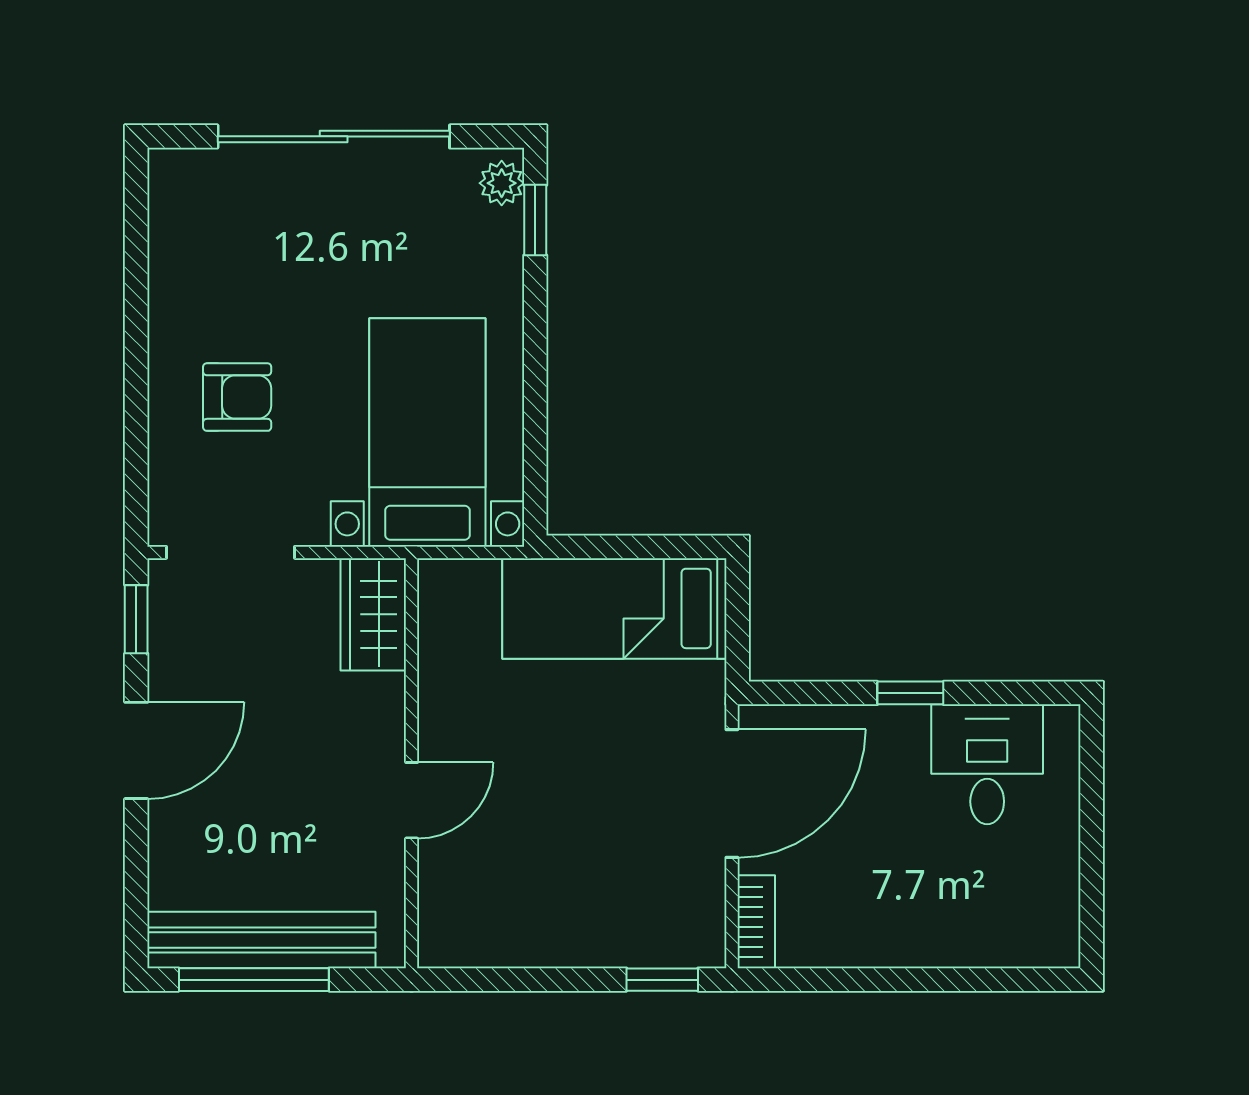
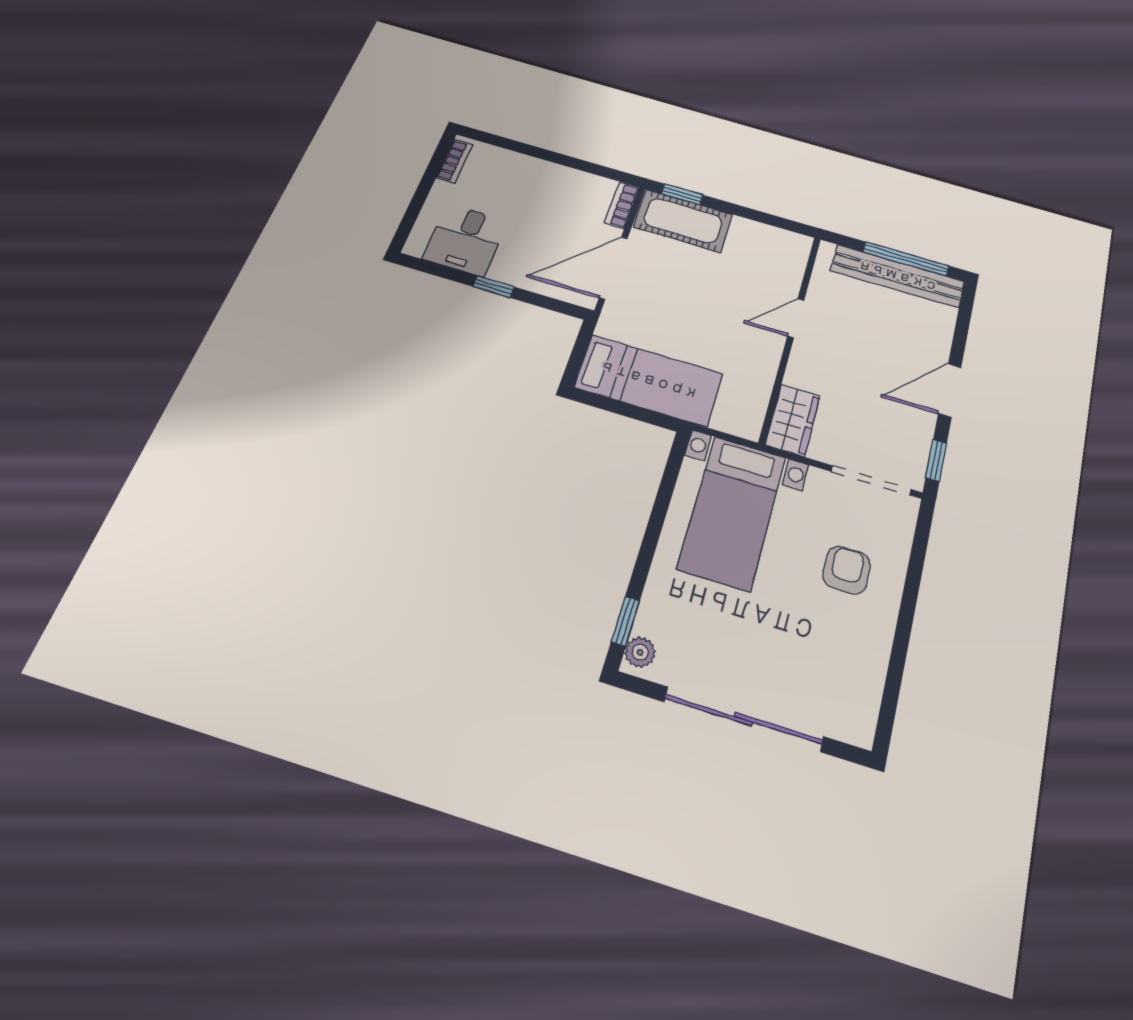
armchair: (237, 397) -> (847, 570), turned 90
bookcase: (1063, 912) -> (455, 161), added
cot: (646, 926) -> (683, 221), added

